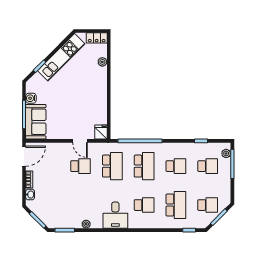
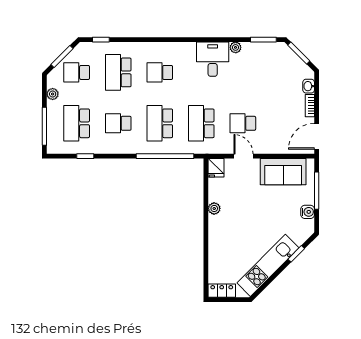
plant: (102, 62) -> (214, 208), moved
sofa: (36, 122) -> (283, 172), moved, turned -90
plant: (226, 153) -> (53, 94), moved
school desk: (208, 166) -> (77, 123), width x1.85
desk: (115, 215) -> (213, 59), moved

